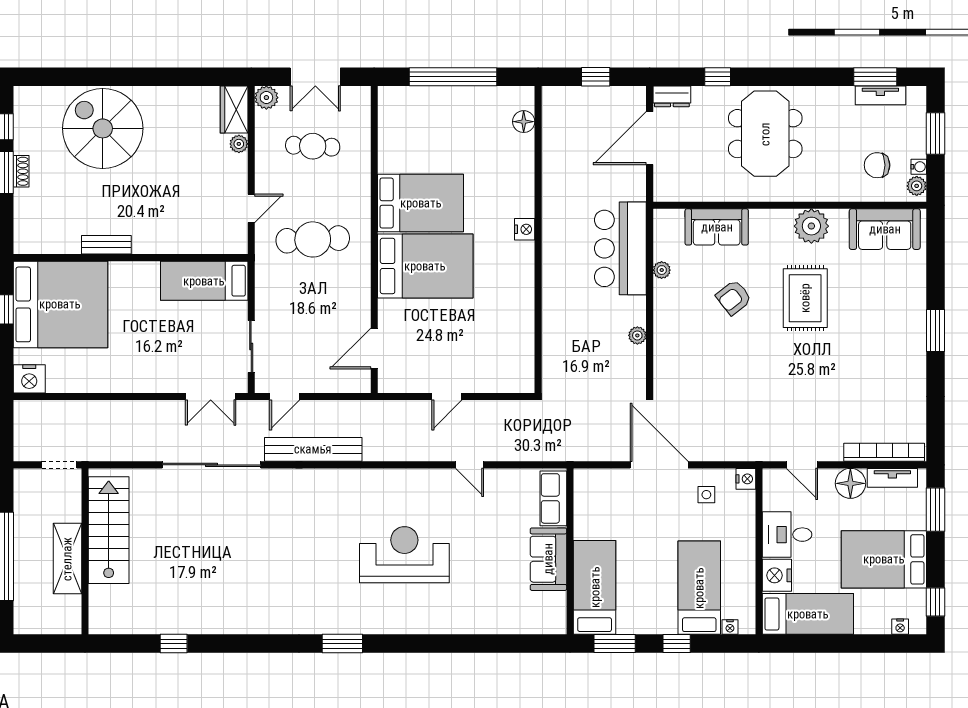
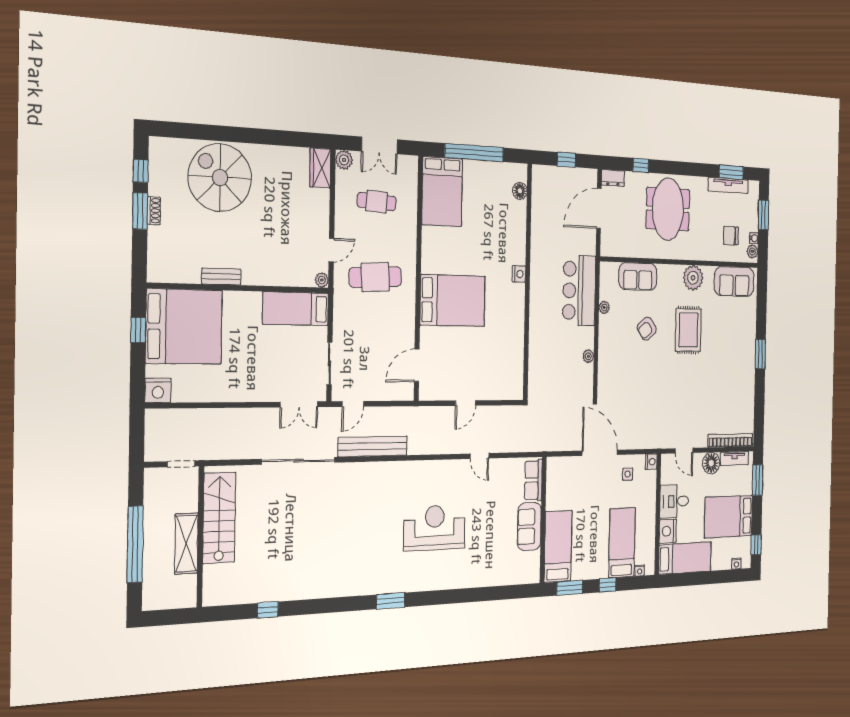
tv unit: (880, 95) -> (728, 185), width x1.41
plant: (239, 144) -> (322, 280), moved
bed: (421, 203) -> (442, 192), moved, turned 90

